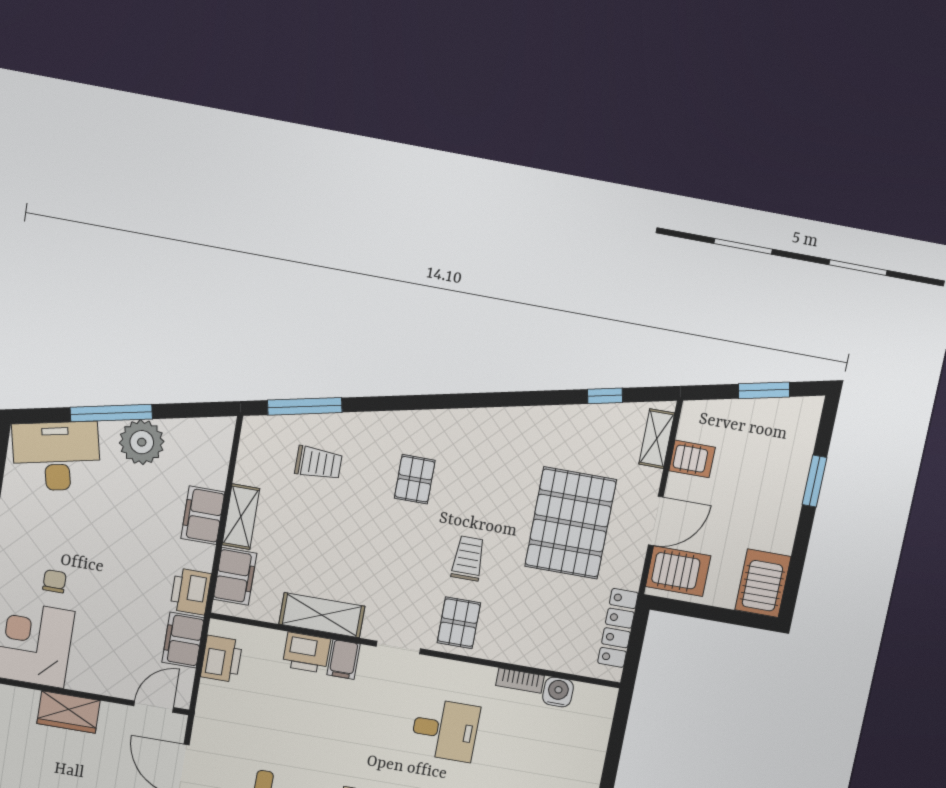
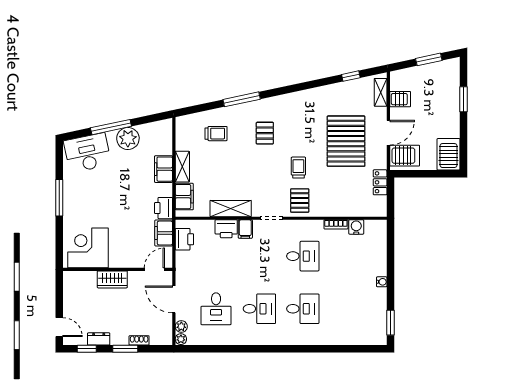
window: (305, 406) -> (242, 99), moved
chair: (54, 581) -> (96, 215), removed
locker: (618, 628) -> (380, 182), width x0.66

